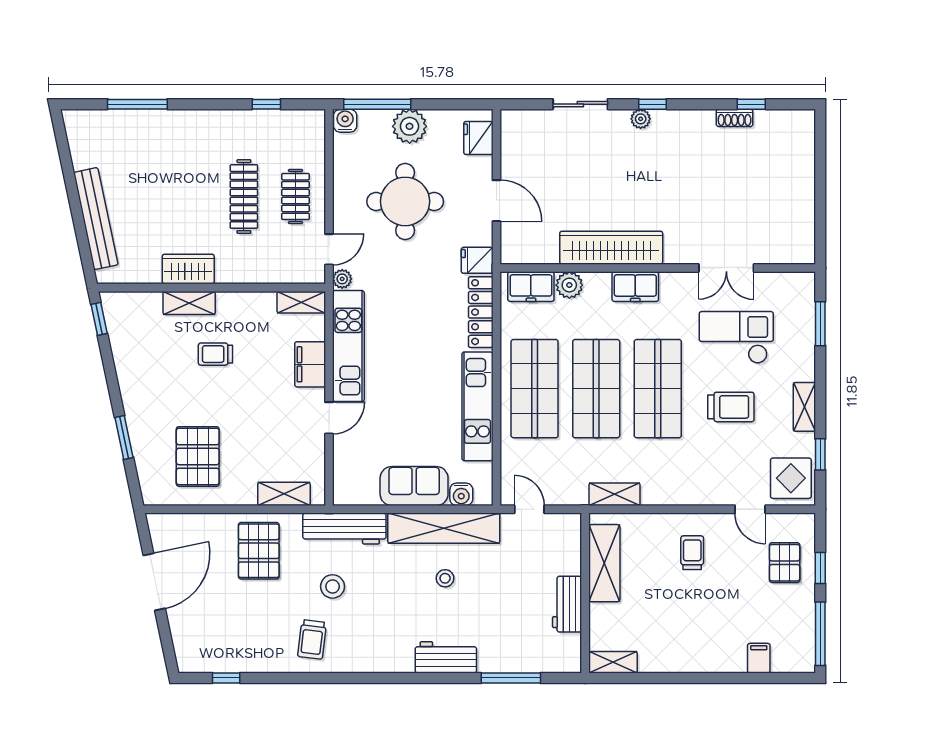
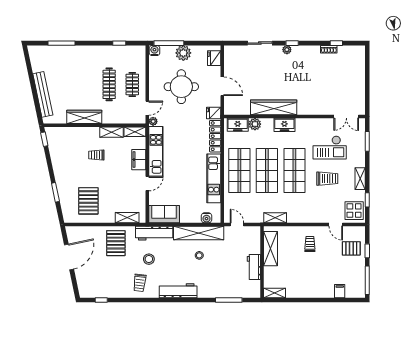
double door: (726, 268) -> (346, 116), moved
wardrobe: (188, 269) -> (84, 117), width x1.50
shelving: (189, 303) -> (112, 132), moved
checkout: (736, 337) -> (330, 148), turned 180
sofa: (414, 486) -> (164, 214), moved
pallet: (785, 563) -> (351, 248), turned 90
workbench: (446, 657) -> (178, 291), moved, width x1.38

